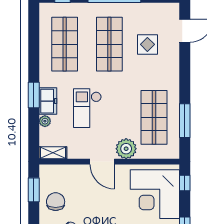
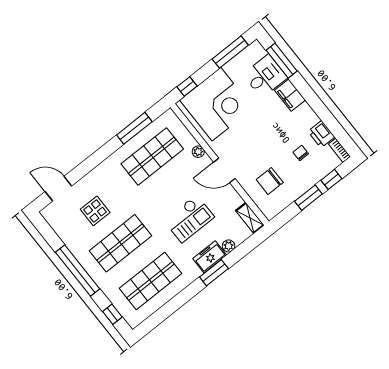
plant: (126, 149) -> (198, 152), width x0.53, depth x0.53
door: (102, 162) -> (224, 170), swing flipped
window: (34, 190) -> (308, 198), moved
chair: (56, 202) -> (270, 181), moved

